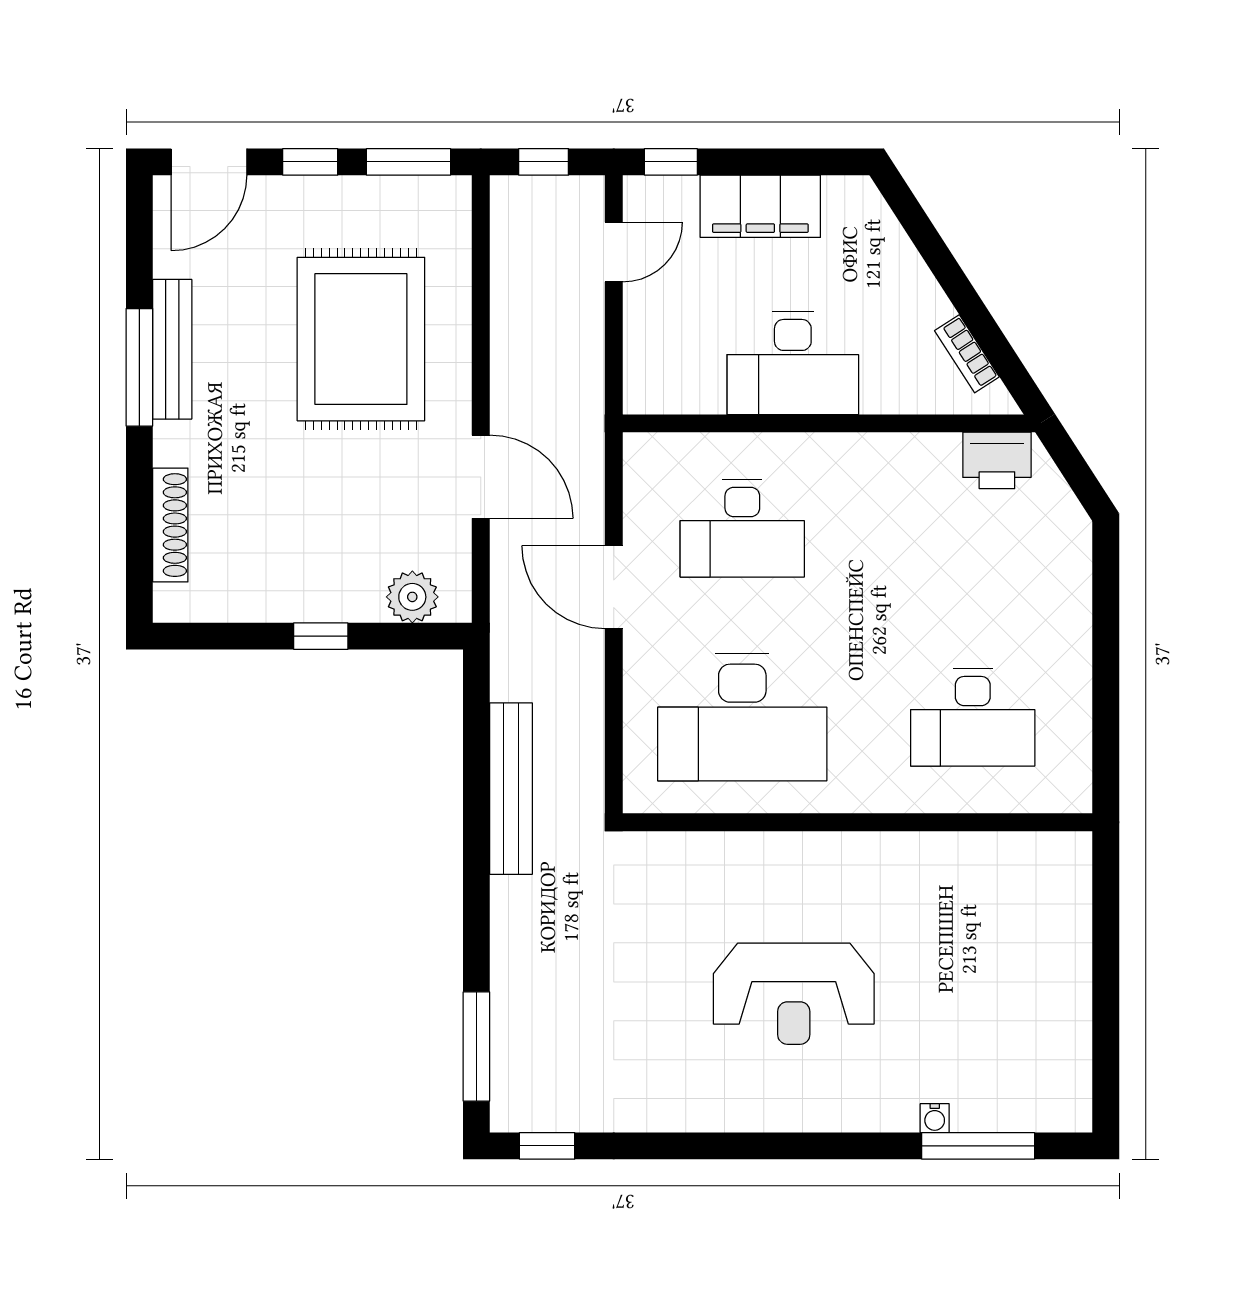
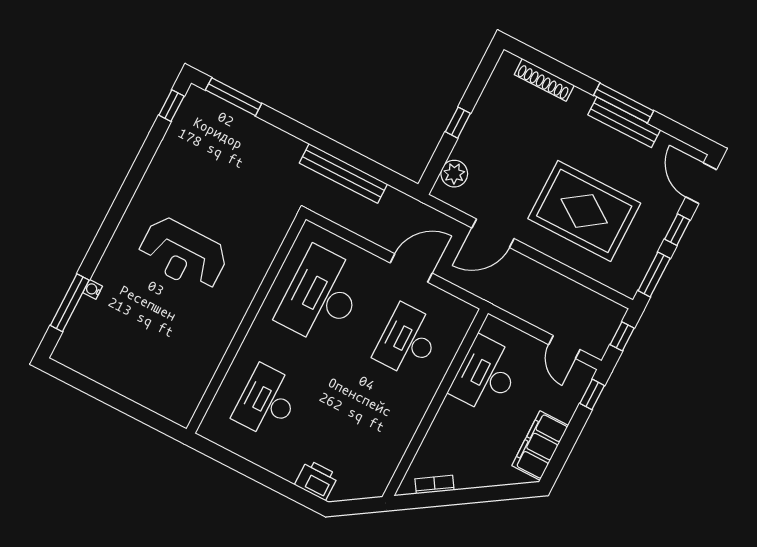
filing cabinet: (760, 206) -> (540, 445), moved
desk: (793, 363) -> (486, 375), moved
printer: (997, 460) -> (317, 480), moved, turned 90
reception desk: (794, 994) -> (183, 254), turned -90

